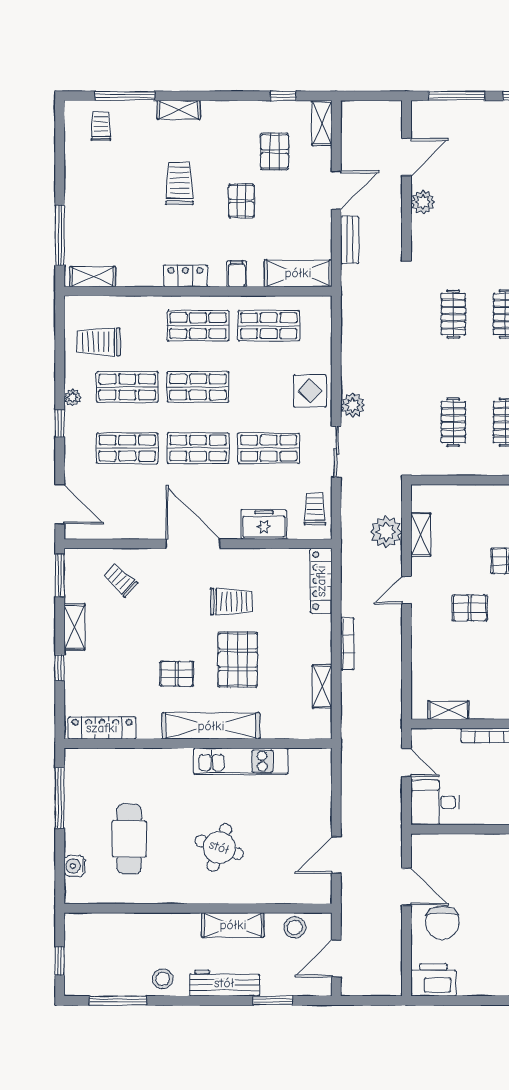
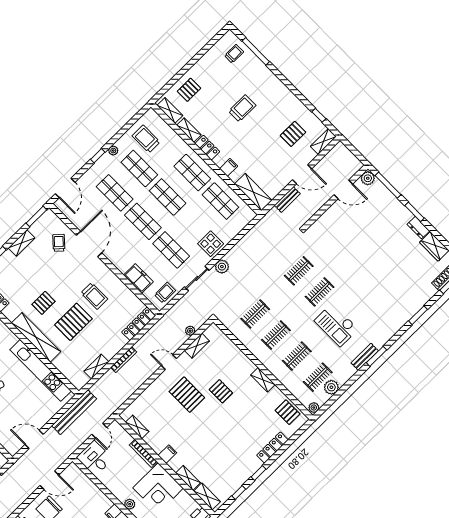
shelving: (179, 110) -> (189, 130), moved
pallet: (241, 201) -> (189, 90), moved
plant: (423, 202) -> (368, 178), moved
window: (60, 235) -> (173, 81), removed
plant: (386, 532) -> (190, 331), width x0.53, depth x0.53
door: (193, 544) -> (89, 244), moved
pallet: (470, 608) -> (187, 395), width x1.50, depth x1.42
pallet: (177, 674) -> (44, 303), turned 90
kitchen unit: (241, 761) -> (41, 370), width x1.36
bench: (352, 771) -> (74, 412), added
door: (407, 886) -> (49, 480), hinge flipped

